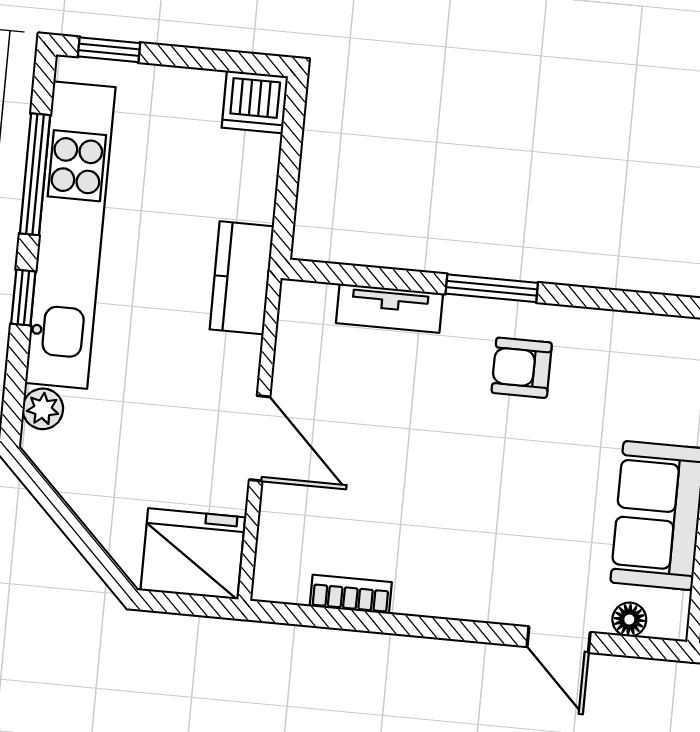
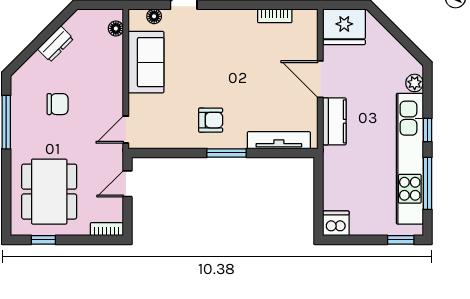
kitchen counter: (242, 278) -> (334, 121), moved
tv unit: (390, 308) -> (279, 140), width x1.41

